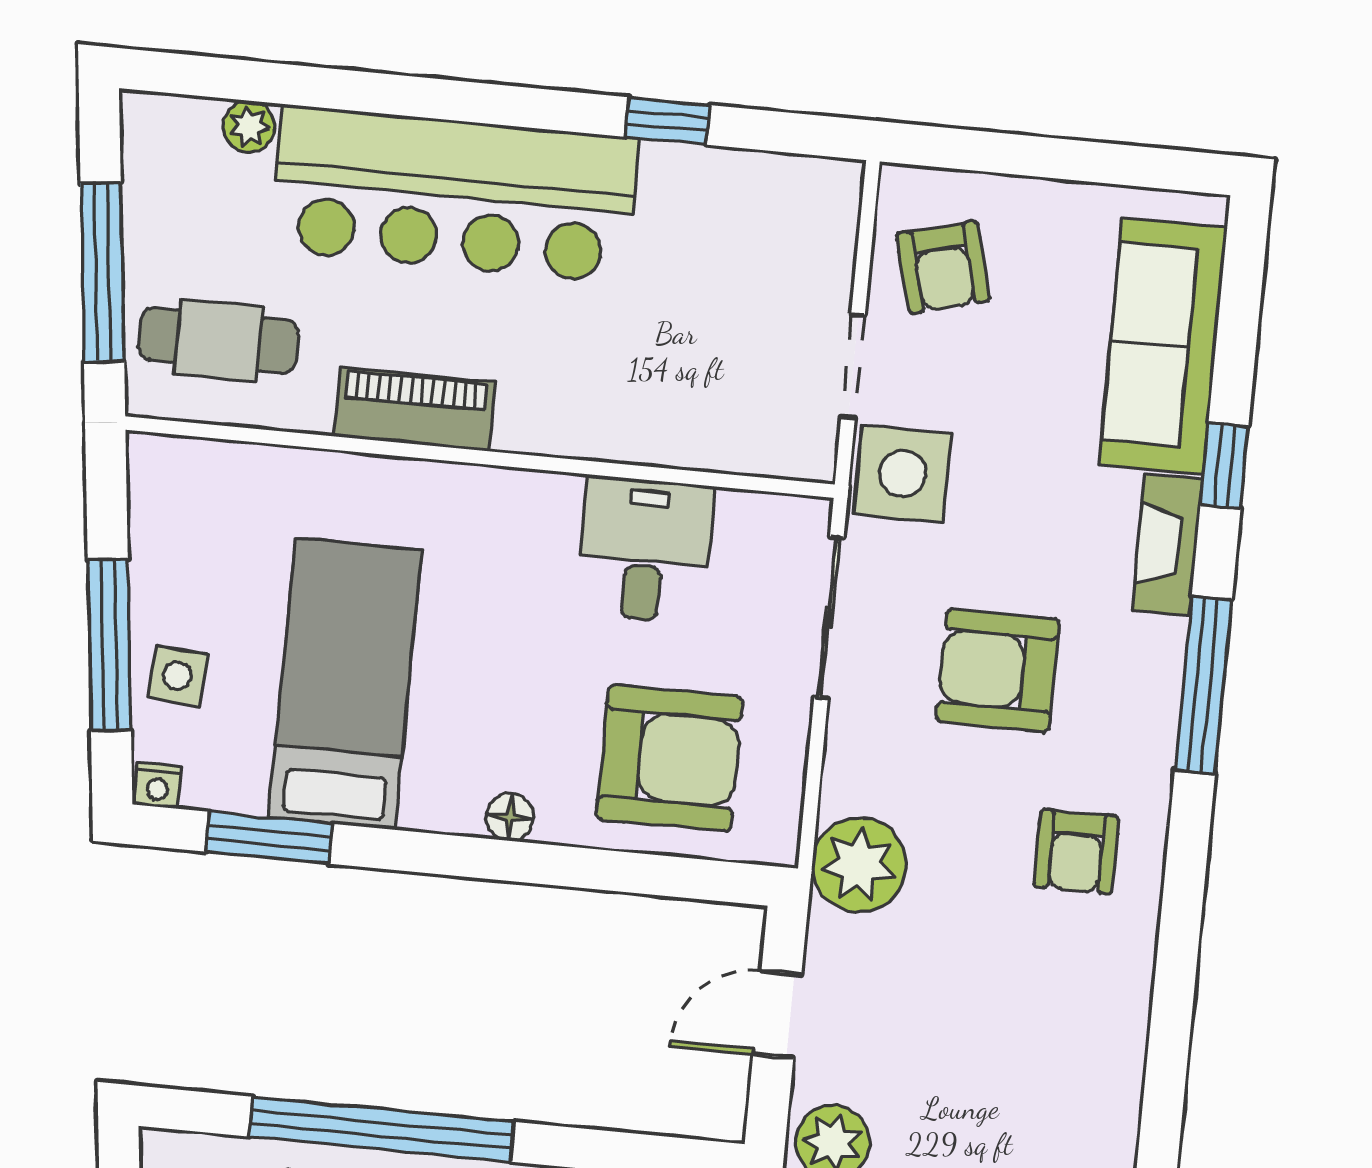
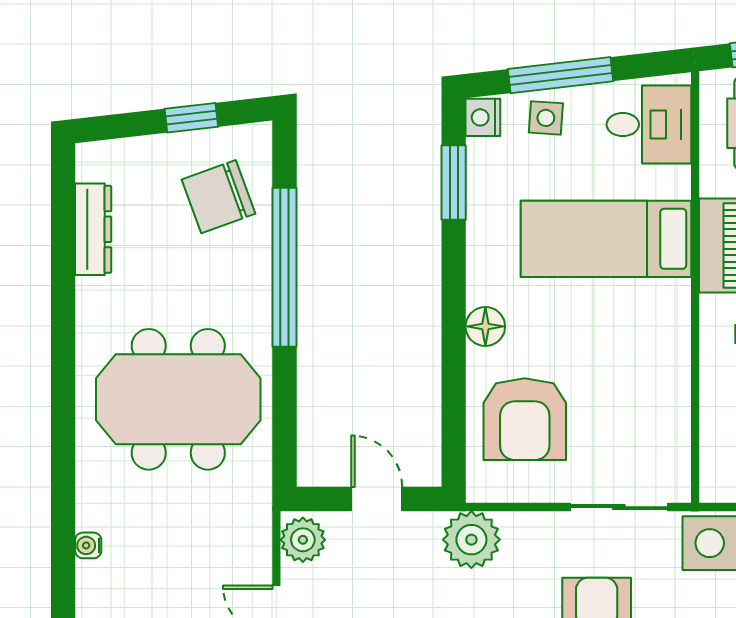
desk: (645, 550) -> (649, 125), moved
bed: (345, 684) -> (606, 239), moved, turned 180
nightstand: (157, 786) -> (483, 117), width x1.39, depth x1.35
floor lamp: (510, 817) -> (485, 326), width x1.37, depth x1.37

